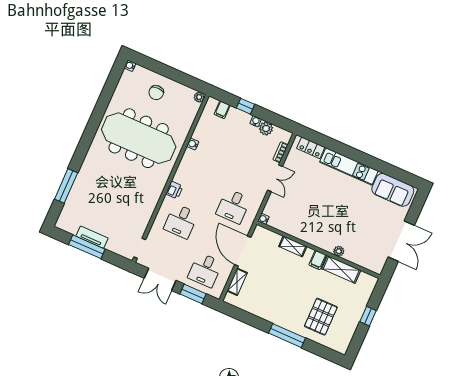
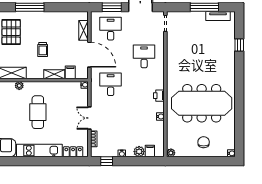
window: (246, 106) -> (107, 161), moved
plant: (266, 128) -> (139, 152), moved
window: (66, 186) -> (239, 45), width x0.46
printer: (174, 190) -> (159, 96), moved
cafe table: (331, 211) -> (38, 112), added
tv unit: (92, 237) -> (218, 16), moved
filing cabinet: (318, 260) -> (70, 72), moved
trolley: (294, 281) -> (43, 49), added

